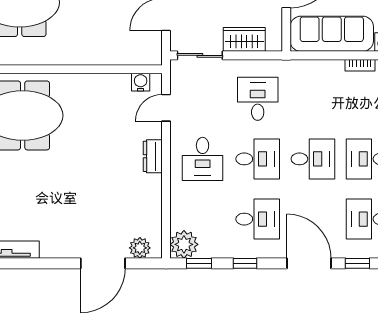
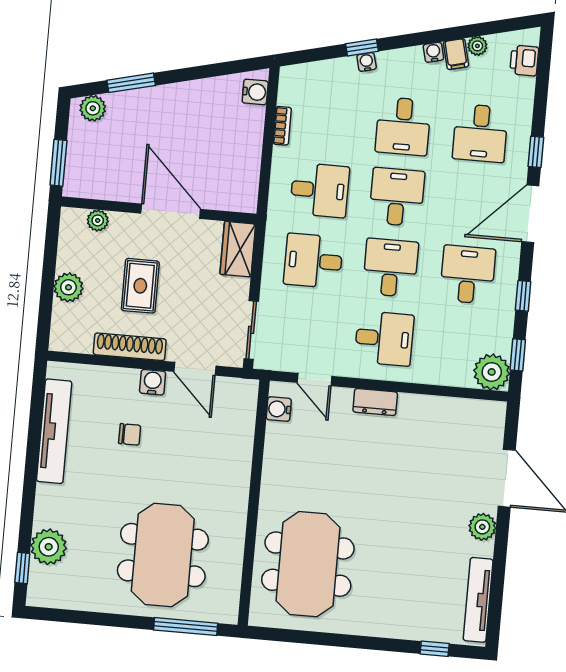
sofa: (332, 34) -> (239, 158), removed
wardrobe: (244, 39) -> (238, 249), moved
desk: (313, 99) -> (320, 190), added
plant: (140, 248) -> (482, 527), moved

